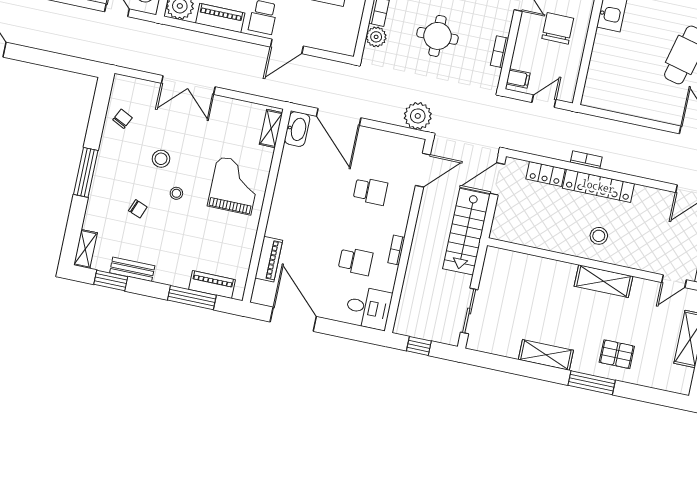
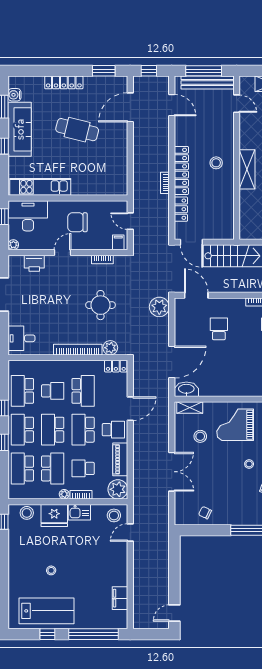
locker: (349, 39) -> (116, 366), added
door: (287, 46) -> (130, 409), hinge flipped
stool: (161, 159) -> (200, 436), moved
shelving: (604, 281) -> (247, 169), moved

